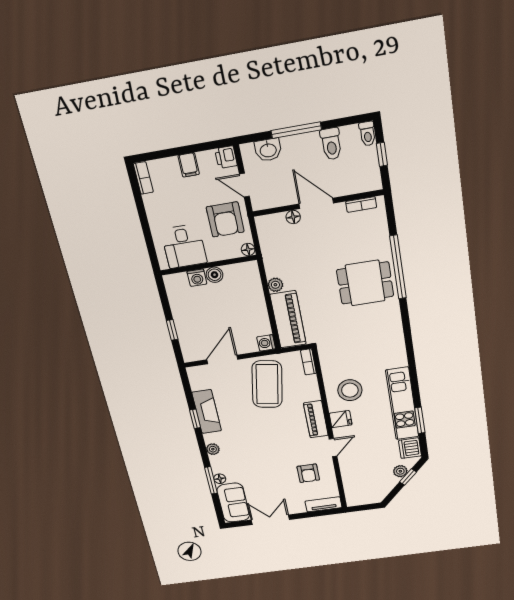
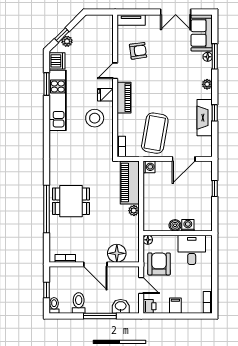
floor lamp: (293, 217) -> (117, 253), width x1.89, depth x1.89
armchair: (308, 473) -> (138, 51), turned 82

